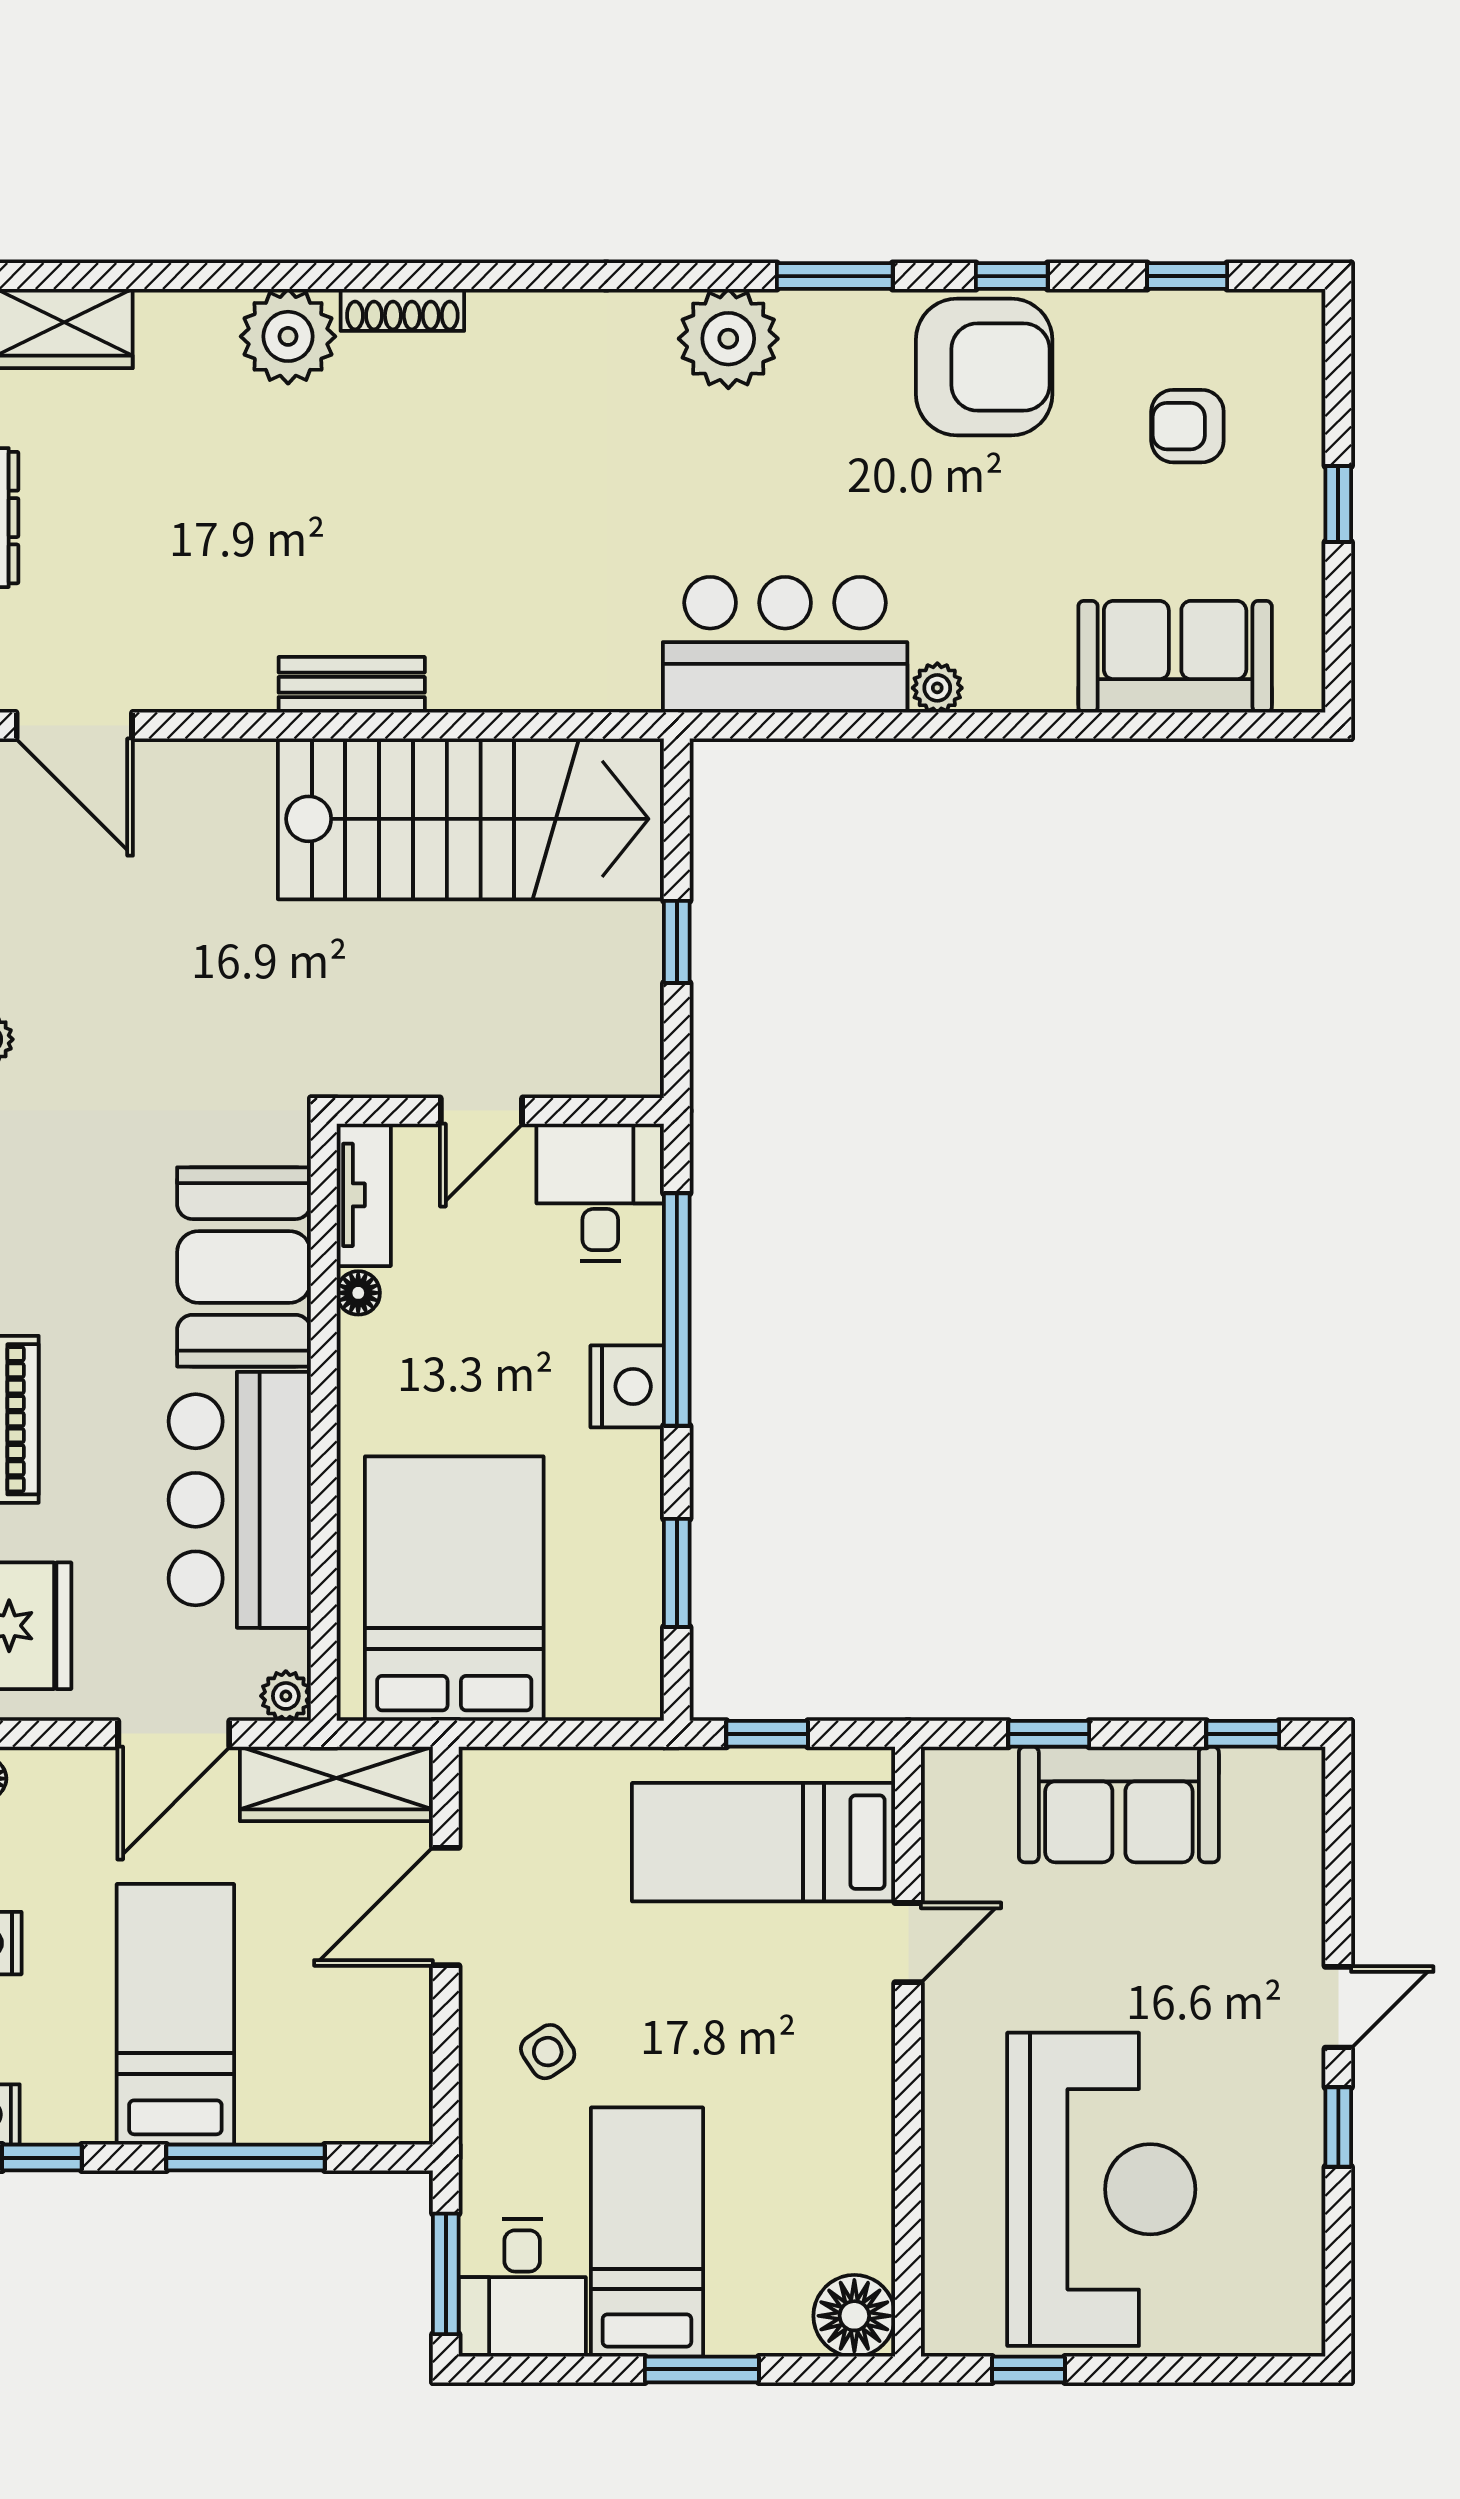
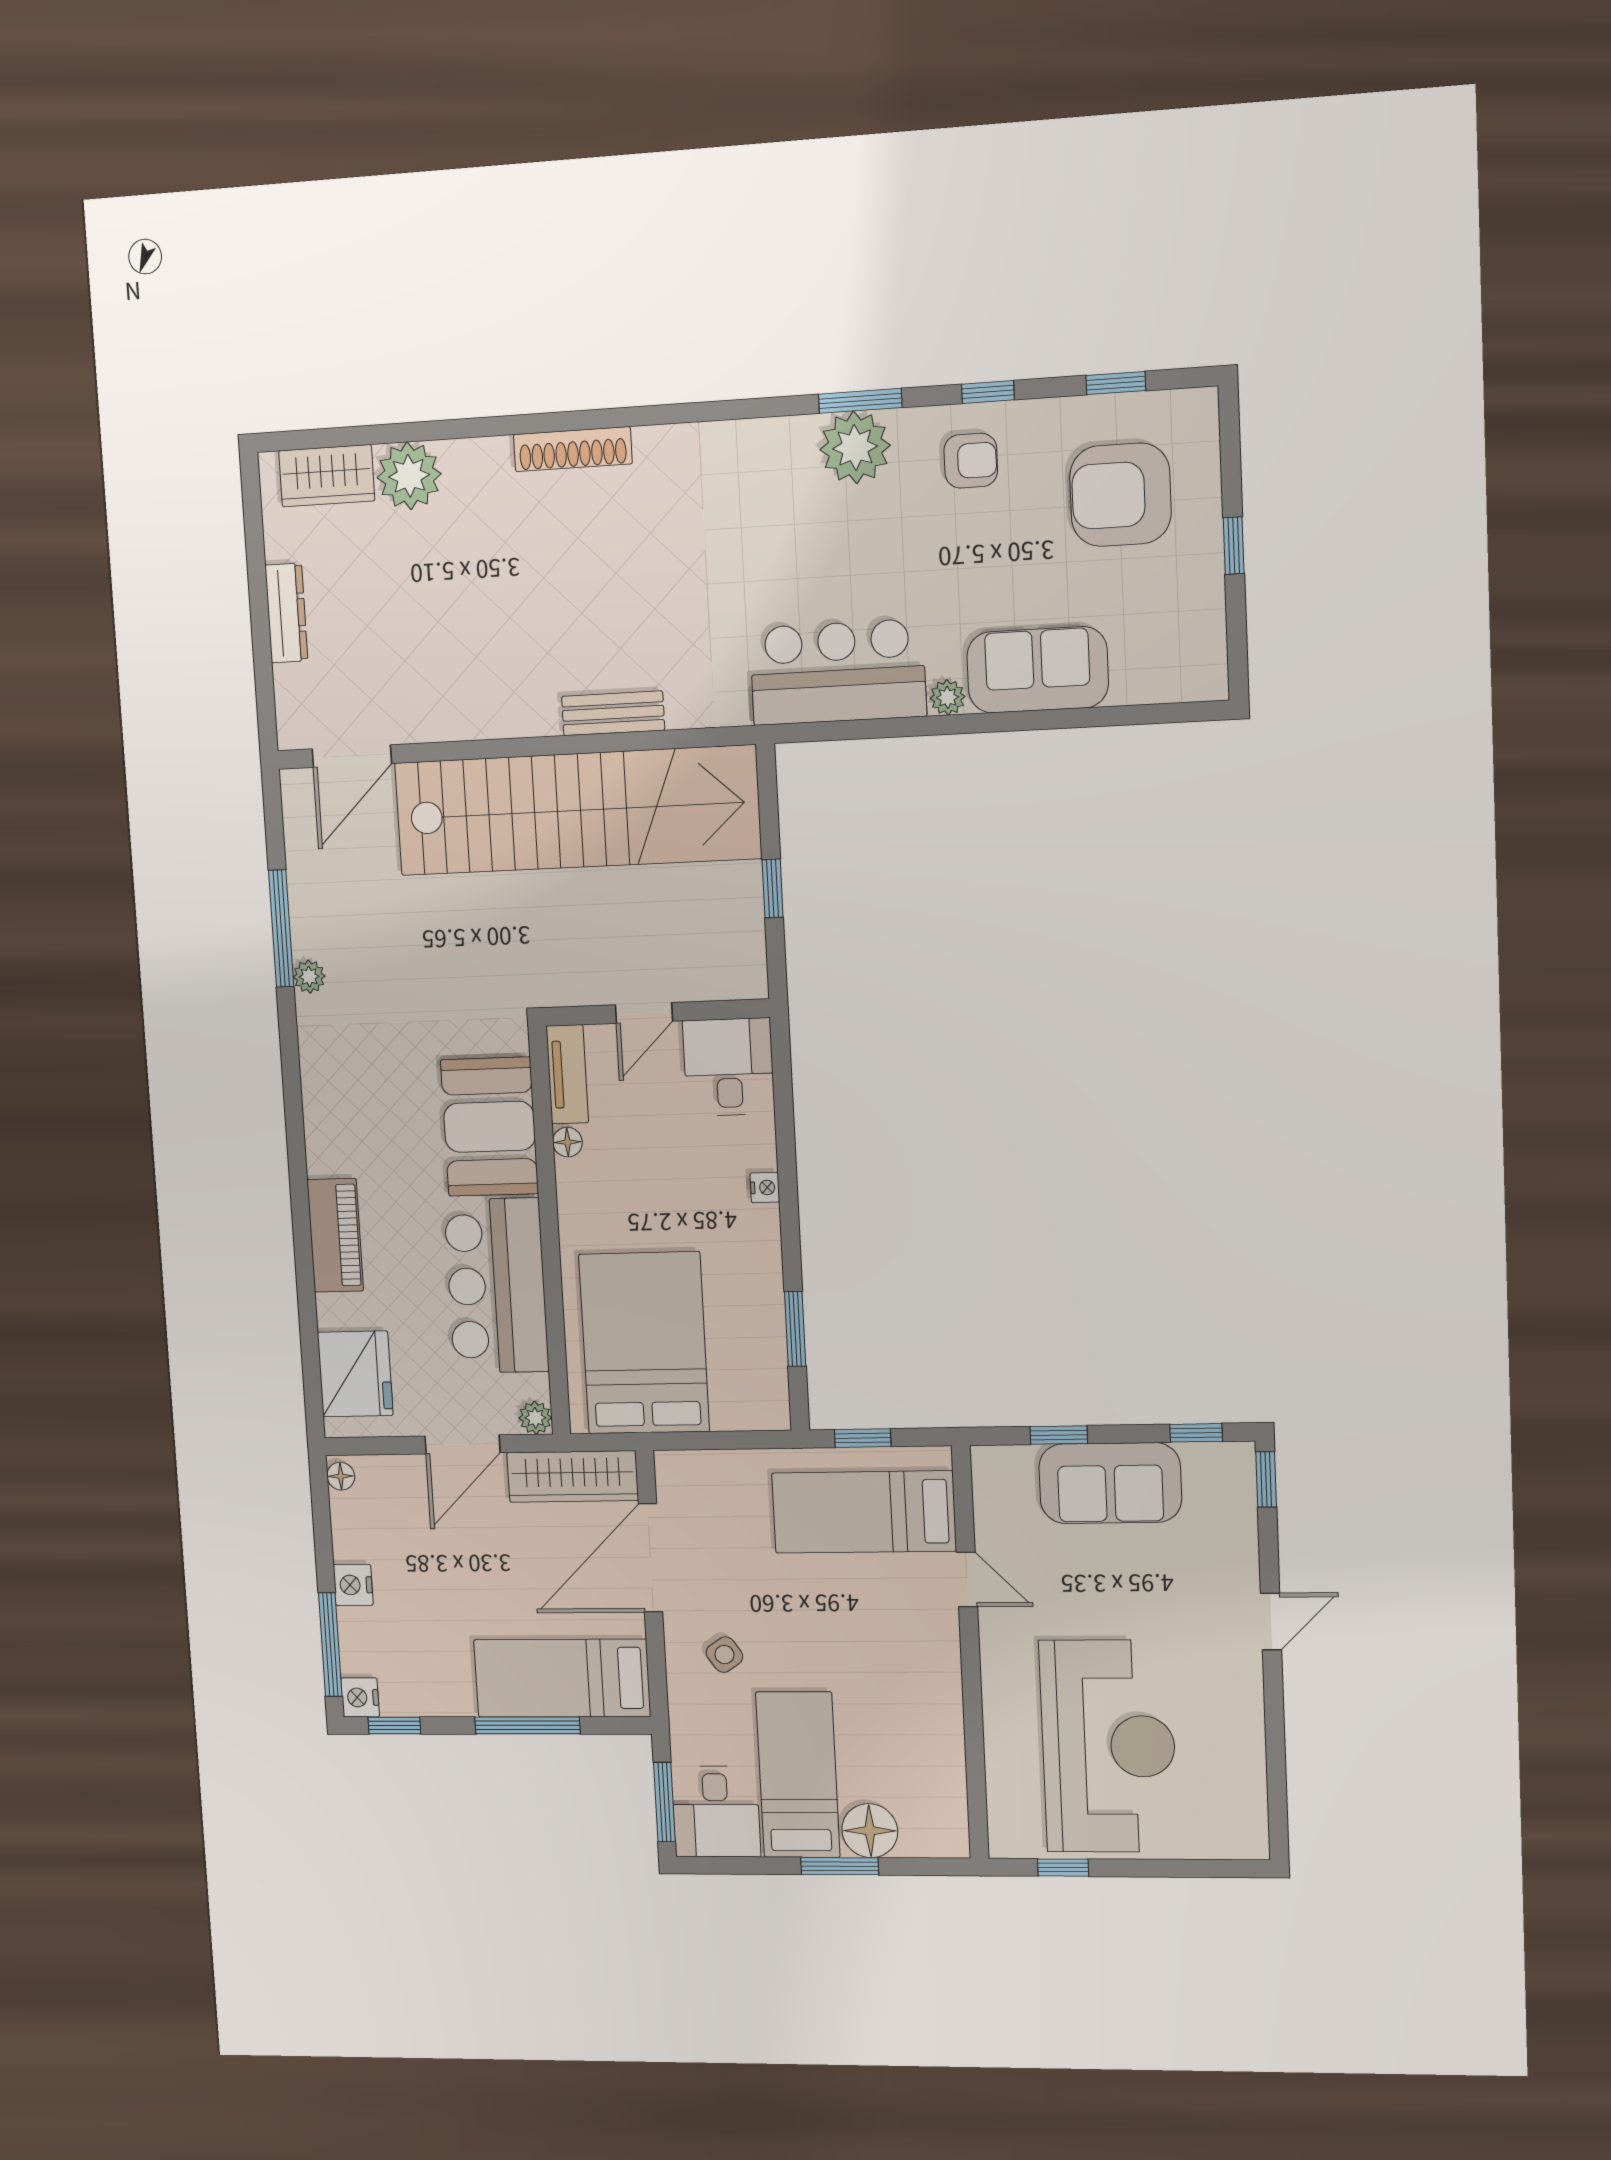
shoe rack: (402, 310) -> (573, 449), width x1.36, depth x1.24
plant: (288, 336) -> (409, 476), moved
plant: (728, 339) -> (855, 447), moved
armchair: (984, 367) -> (971, 461), width x0.53, depth x0.53
armchair: (1187, 426) -> (1120, 495), width x1.88, depth x1.88
sofa: (1175, 657) -> (1038, 670), moved
bench: (352, 685) -> (613, 713), moved
door: (74, 726) -> (352, 756), hinge flipped
stairs: (471, 819) -> (577, 810), width x1.36
window: (677, 1309) -> (786, 1147), removed
nightstand: (627, 1386) -> (765, 1188), width x0.53, depth x0.56
door: (446, 1906) -> (650, 1558), width x1.36
door: (908, 1943) -> (967, 1579), hinge flipped
bed: (175, 2014) -> (562, 1678), moved, turned -90
window: (1338, 2127) -> (1266, 1479), moved
floor lamp: (854, 2316) -> (870, 1831), moved

